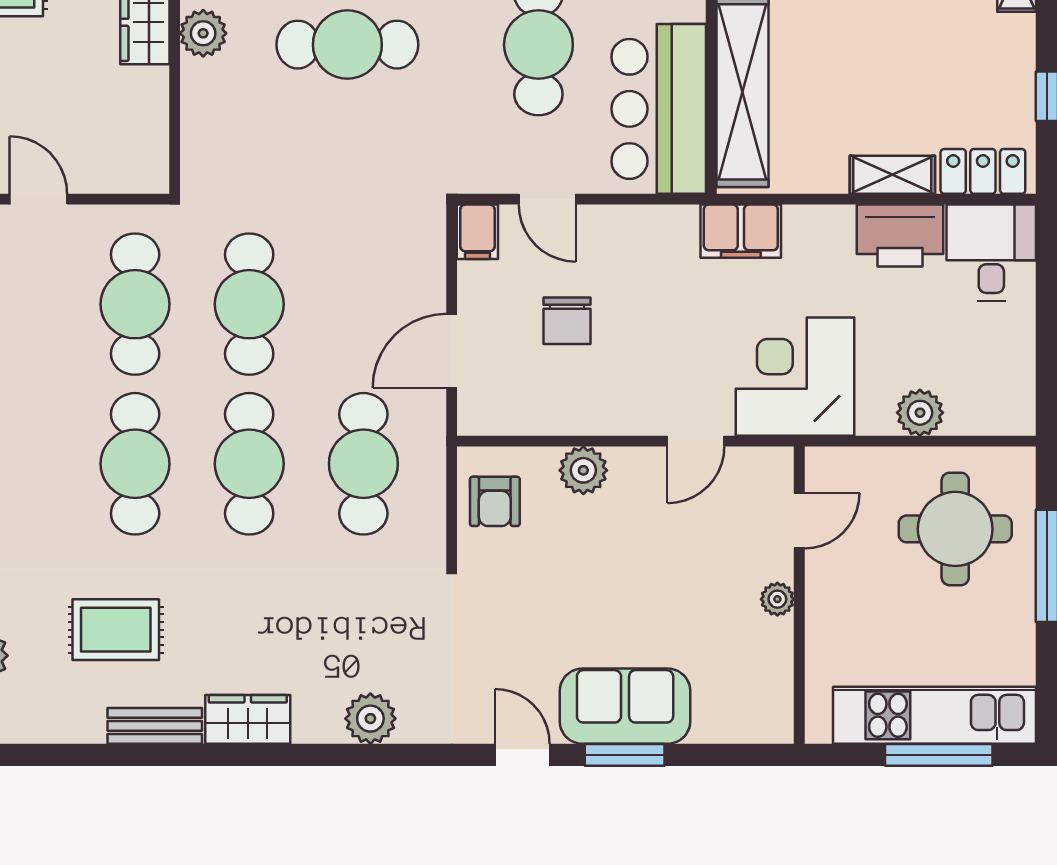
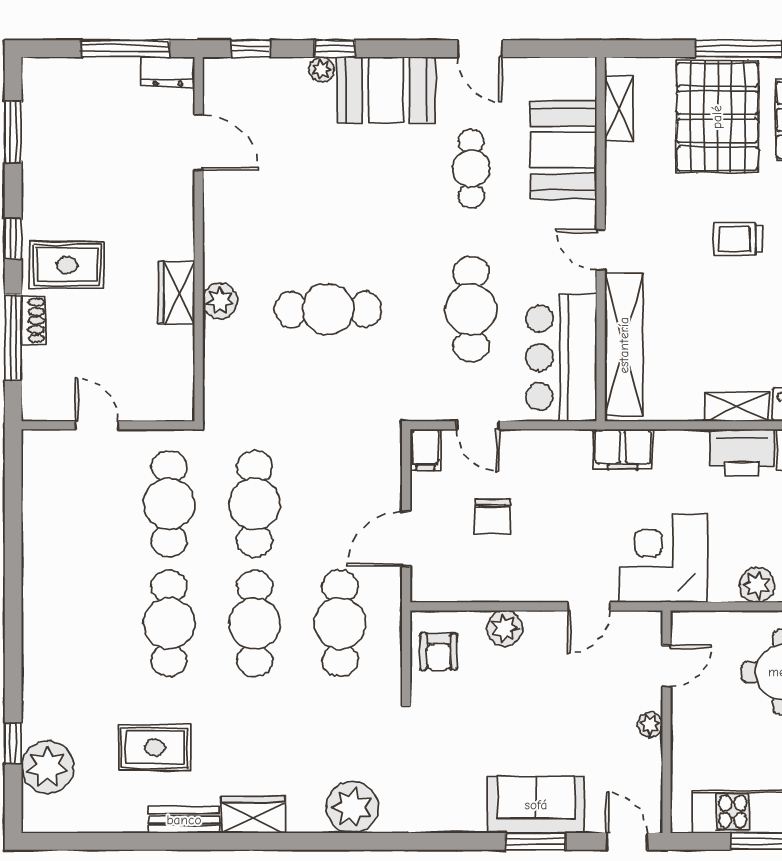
plant: (370, 719) -> (352, 807), width x1.36, depth x1.36
door: (522, 755) -> (627, 841), moved

